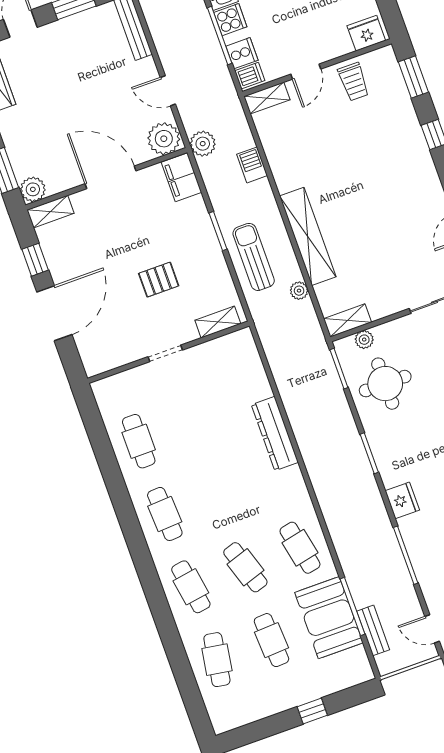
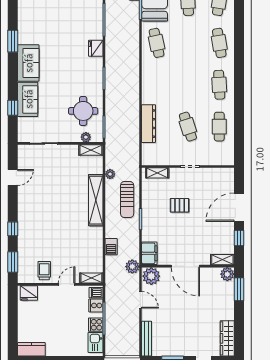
dresser: (275, 434) -> (148, 124), moved
cafe table: (245, 567) -> (188, 127), moved

